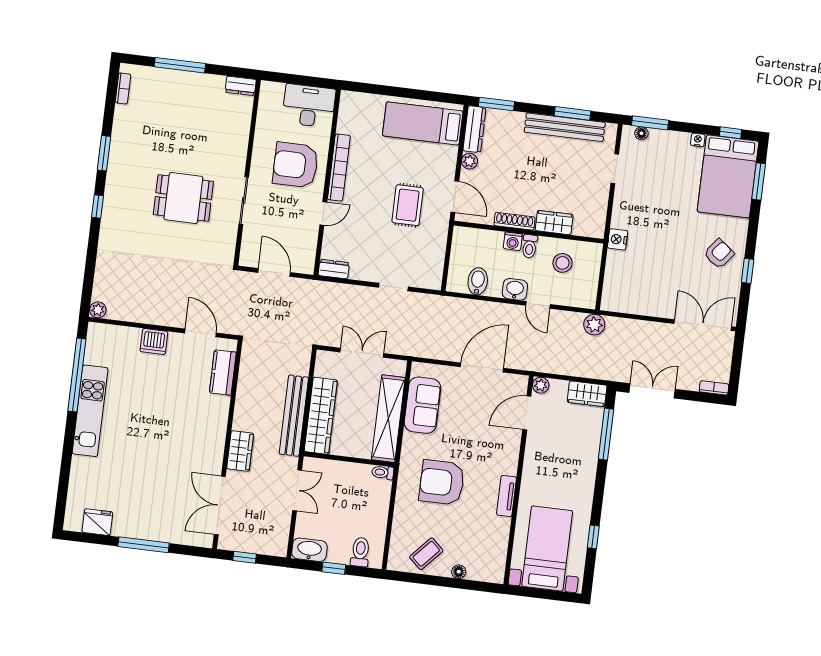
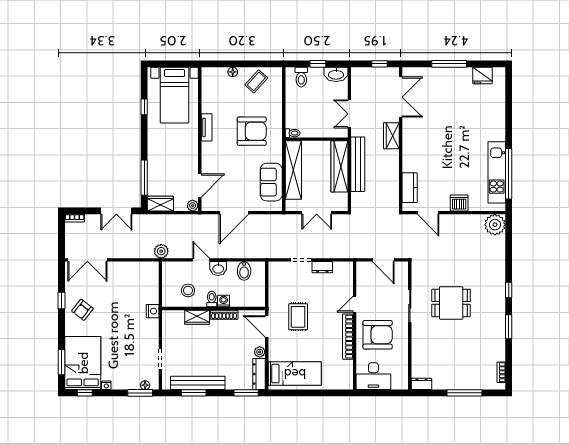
dresser: (334, 269) -> (322, 267), moved
plant: (98, 310) -> (495, 225), width x1.87, depth x1.87
kitchen unit: (90, 411) -> (497, 172), moved

